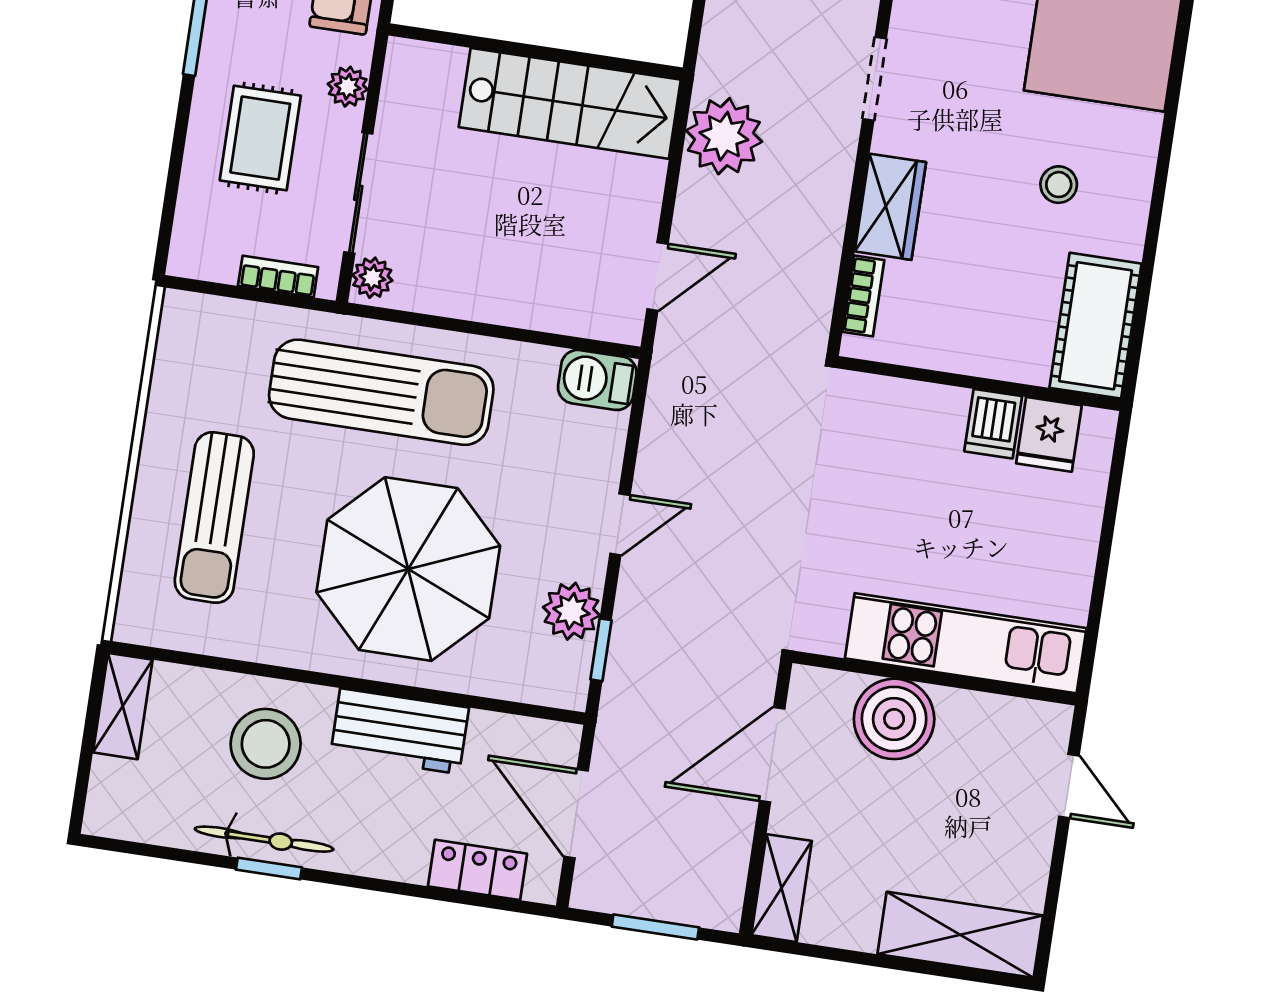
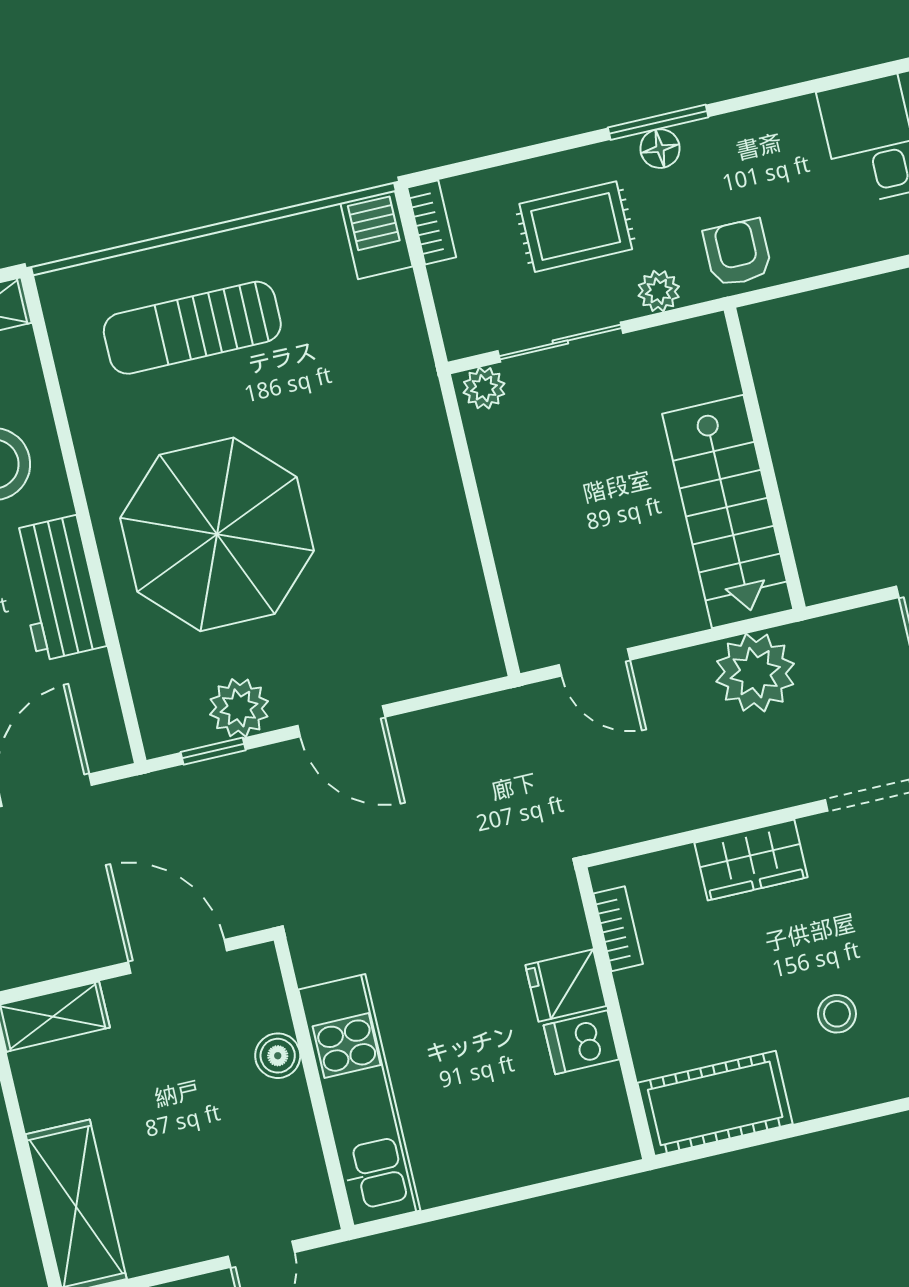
floor lamp: (220, 35) -> (660, 149), added
bookcase: (278, 277) -> (432, 222), moved
bookcase: (863, 296) -> (618, 929), moved, turned -90
barbecue: (597, 380) -> (376, 235), moved
sun lounger: (381, 392) -> (377, 441), removed
fridge: (1049, 434) -> (566, 985), moved
door: (620, 524) -> (341, 721), width x1.38
boiler: (894, 719) -> (278, 1056), width x0.54, depth x0.54

